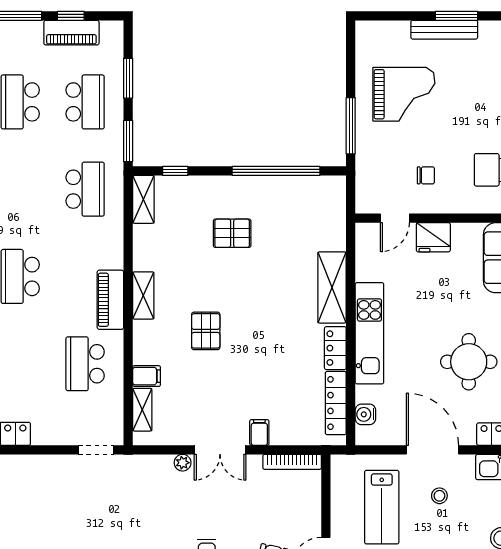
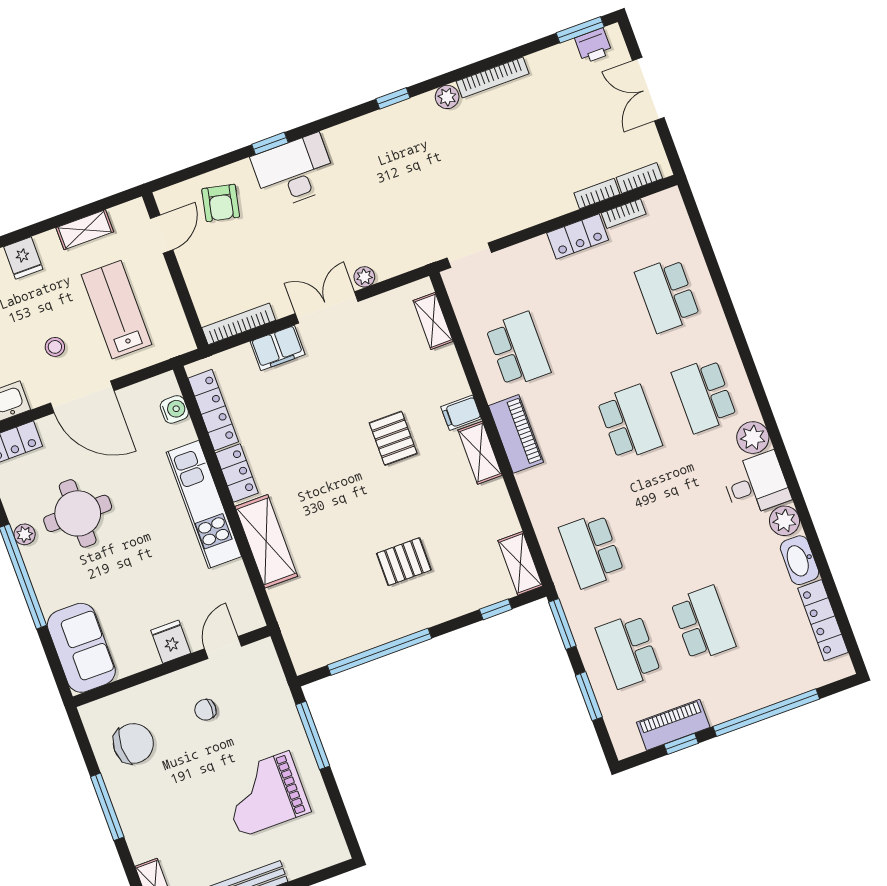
fridge: (433, 237) -> (171, 642), width x0.72
filing cabinet: (147, 376) -> (461, 413), moved
filing cabinet: (259, 432) -> (278, 348), width x2.00

